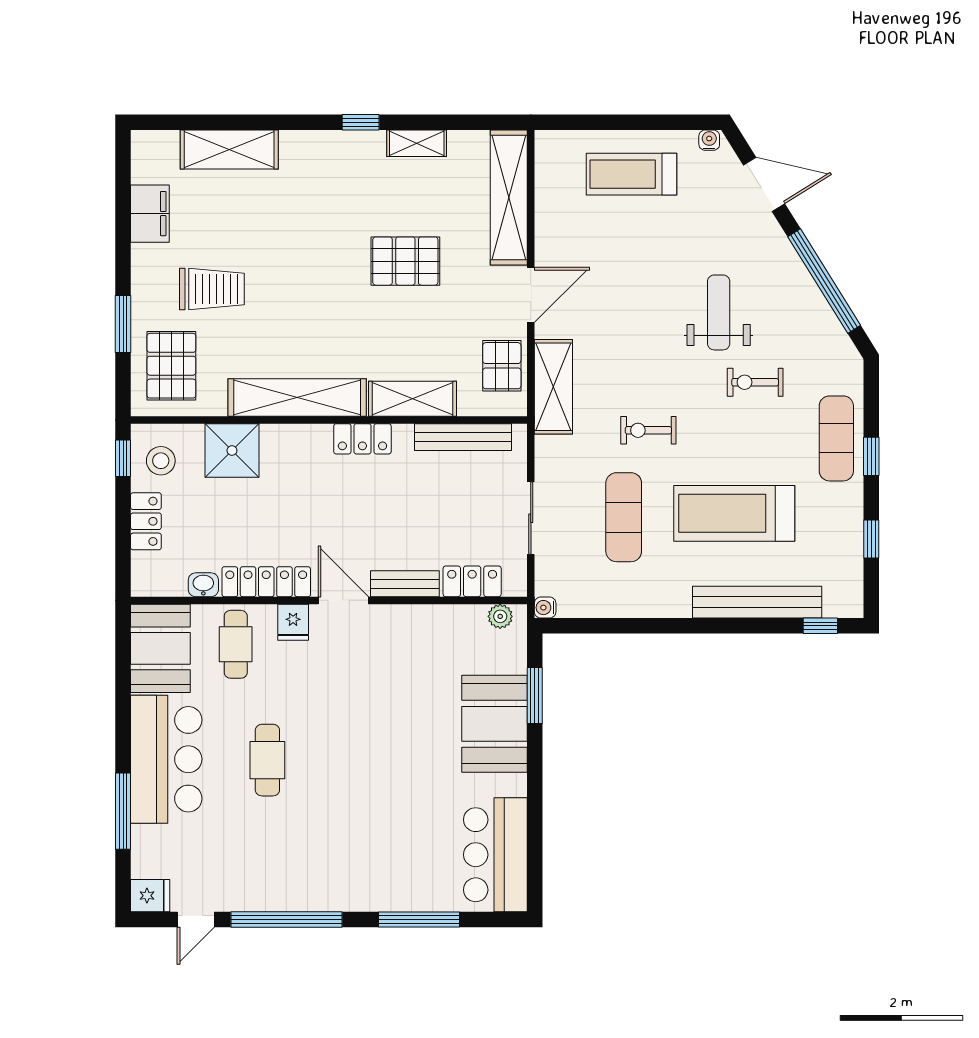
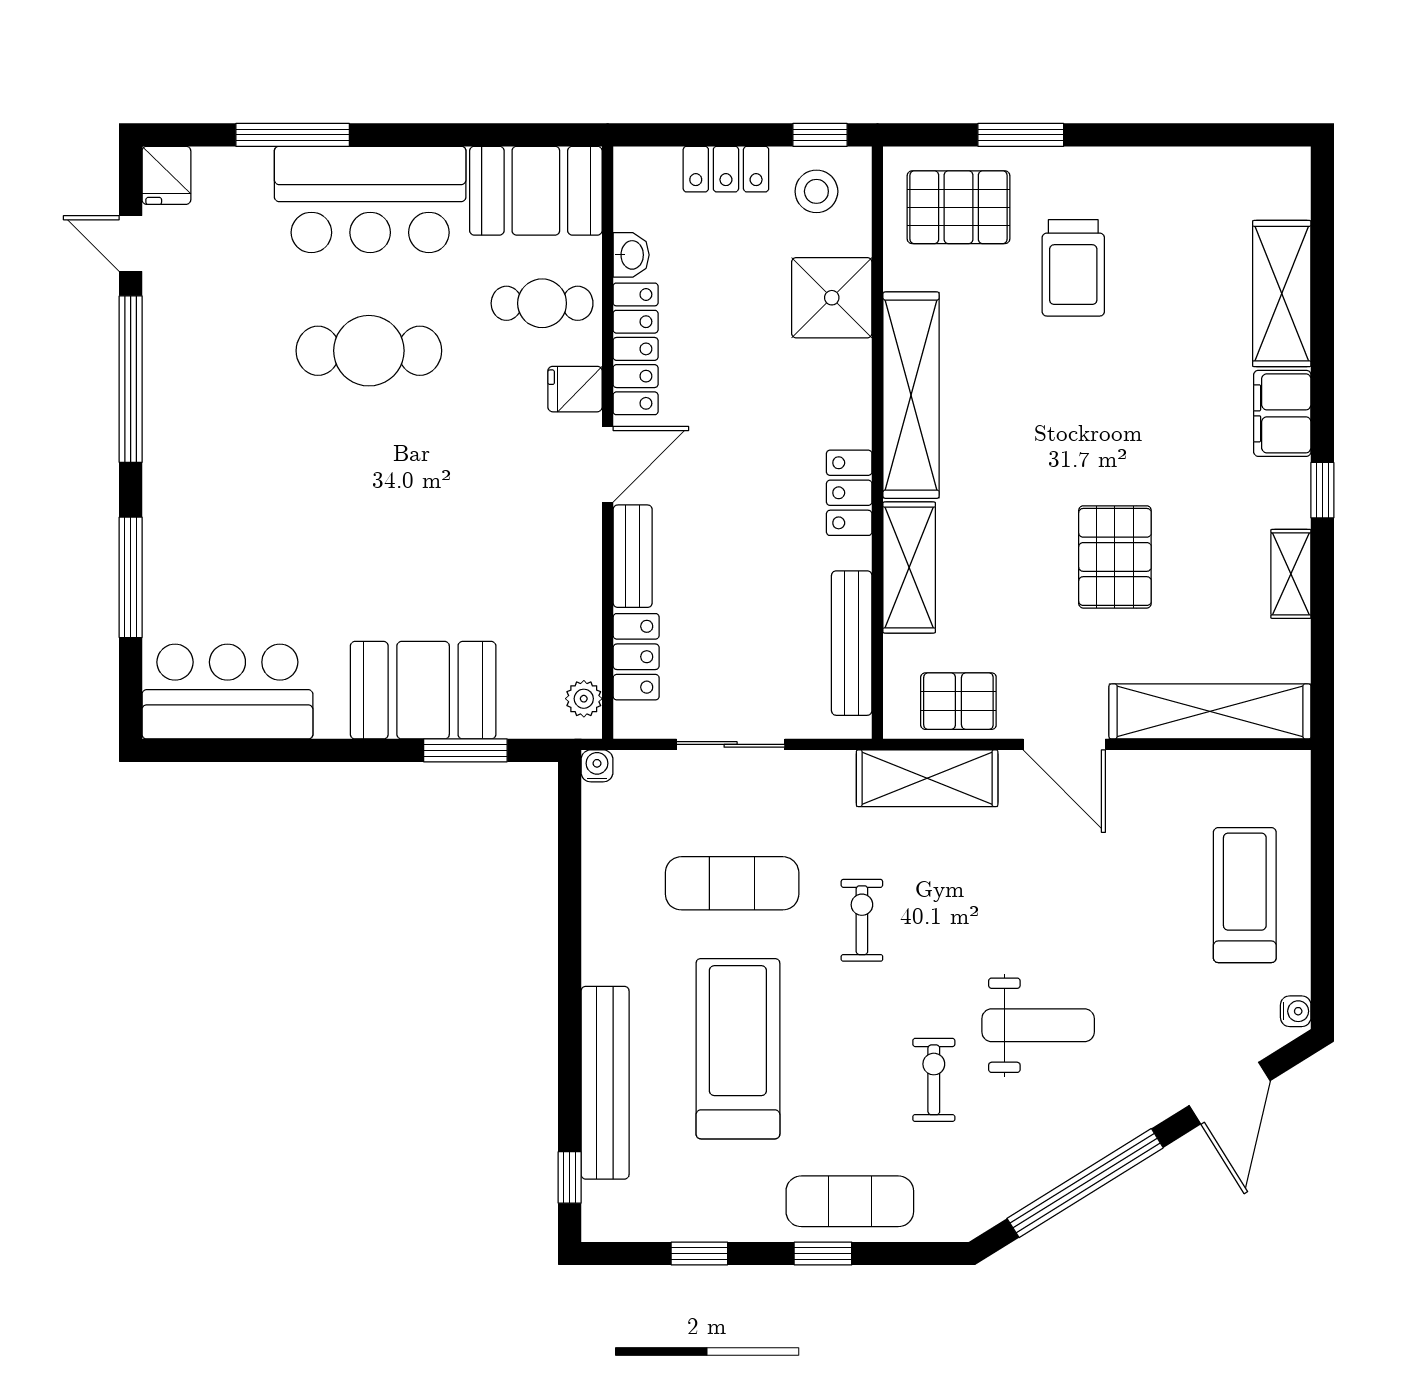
filing cabinet: (150, 214) -> (1282, 413), moved, turned 90
cafe table: (267, 760) -> (369, 351), width x1.37, depth x1.35

